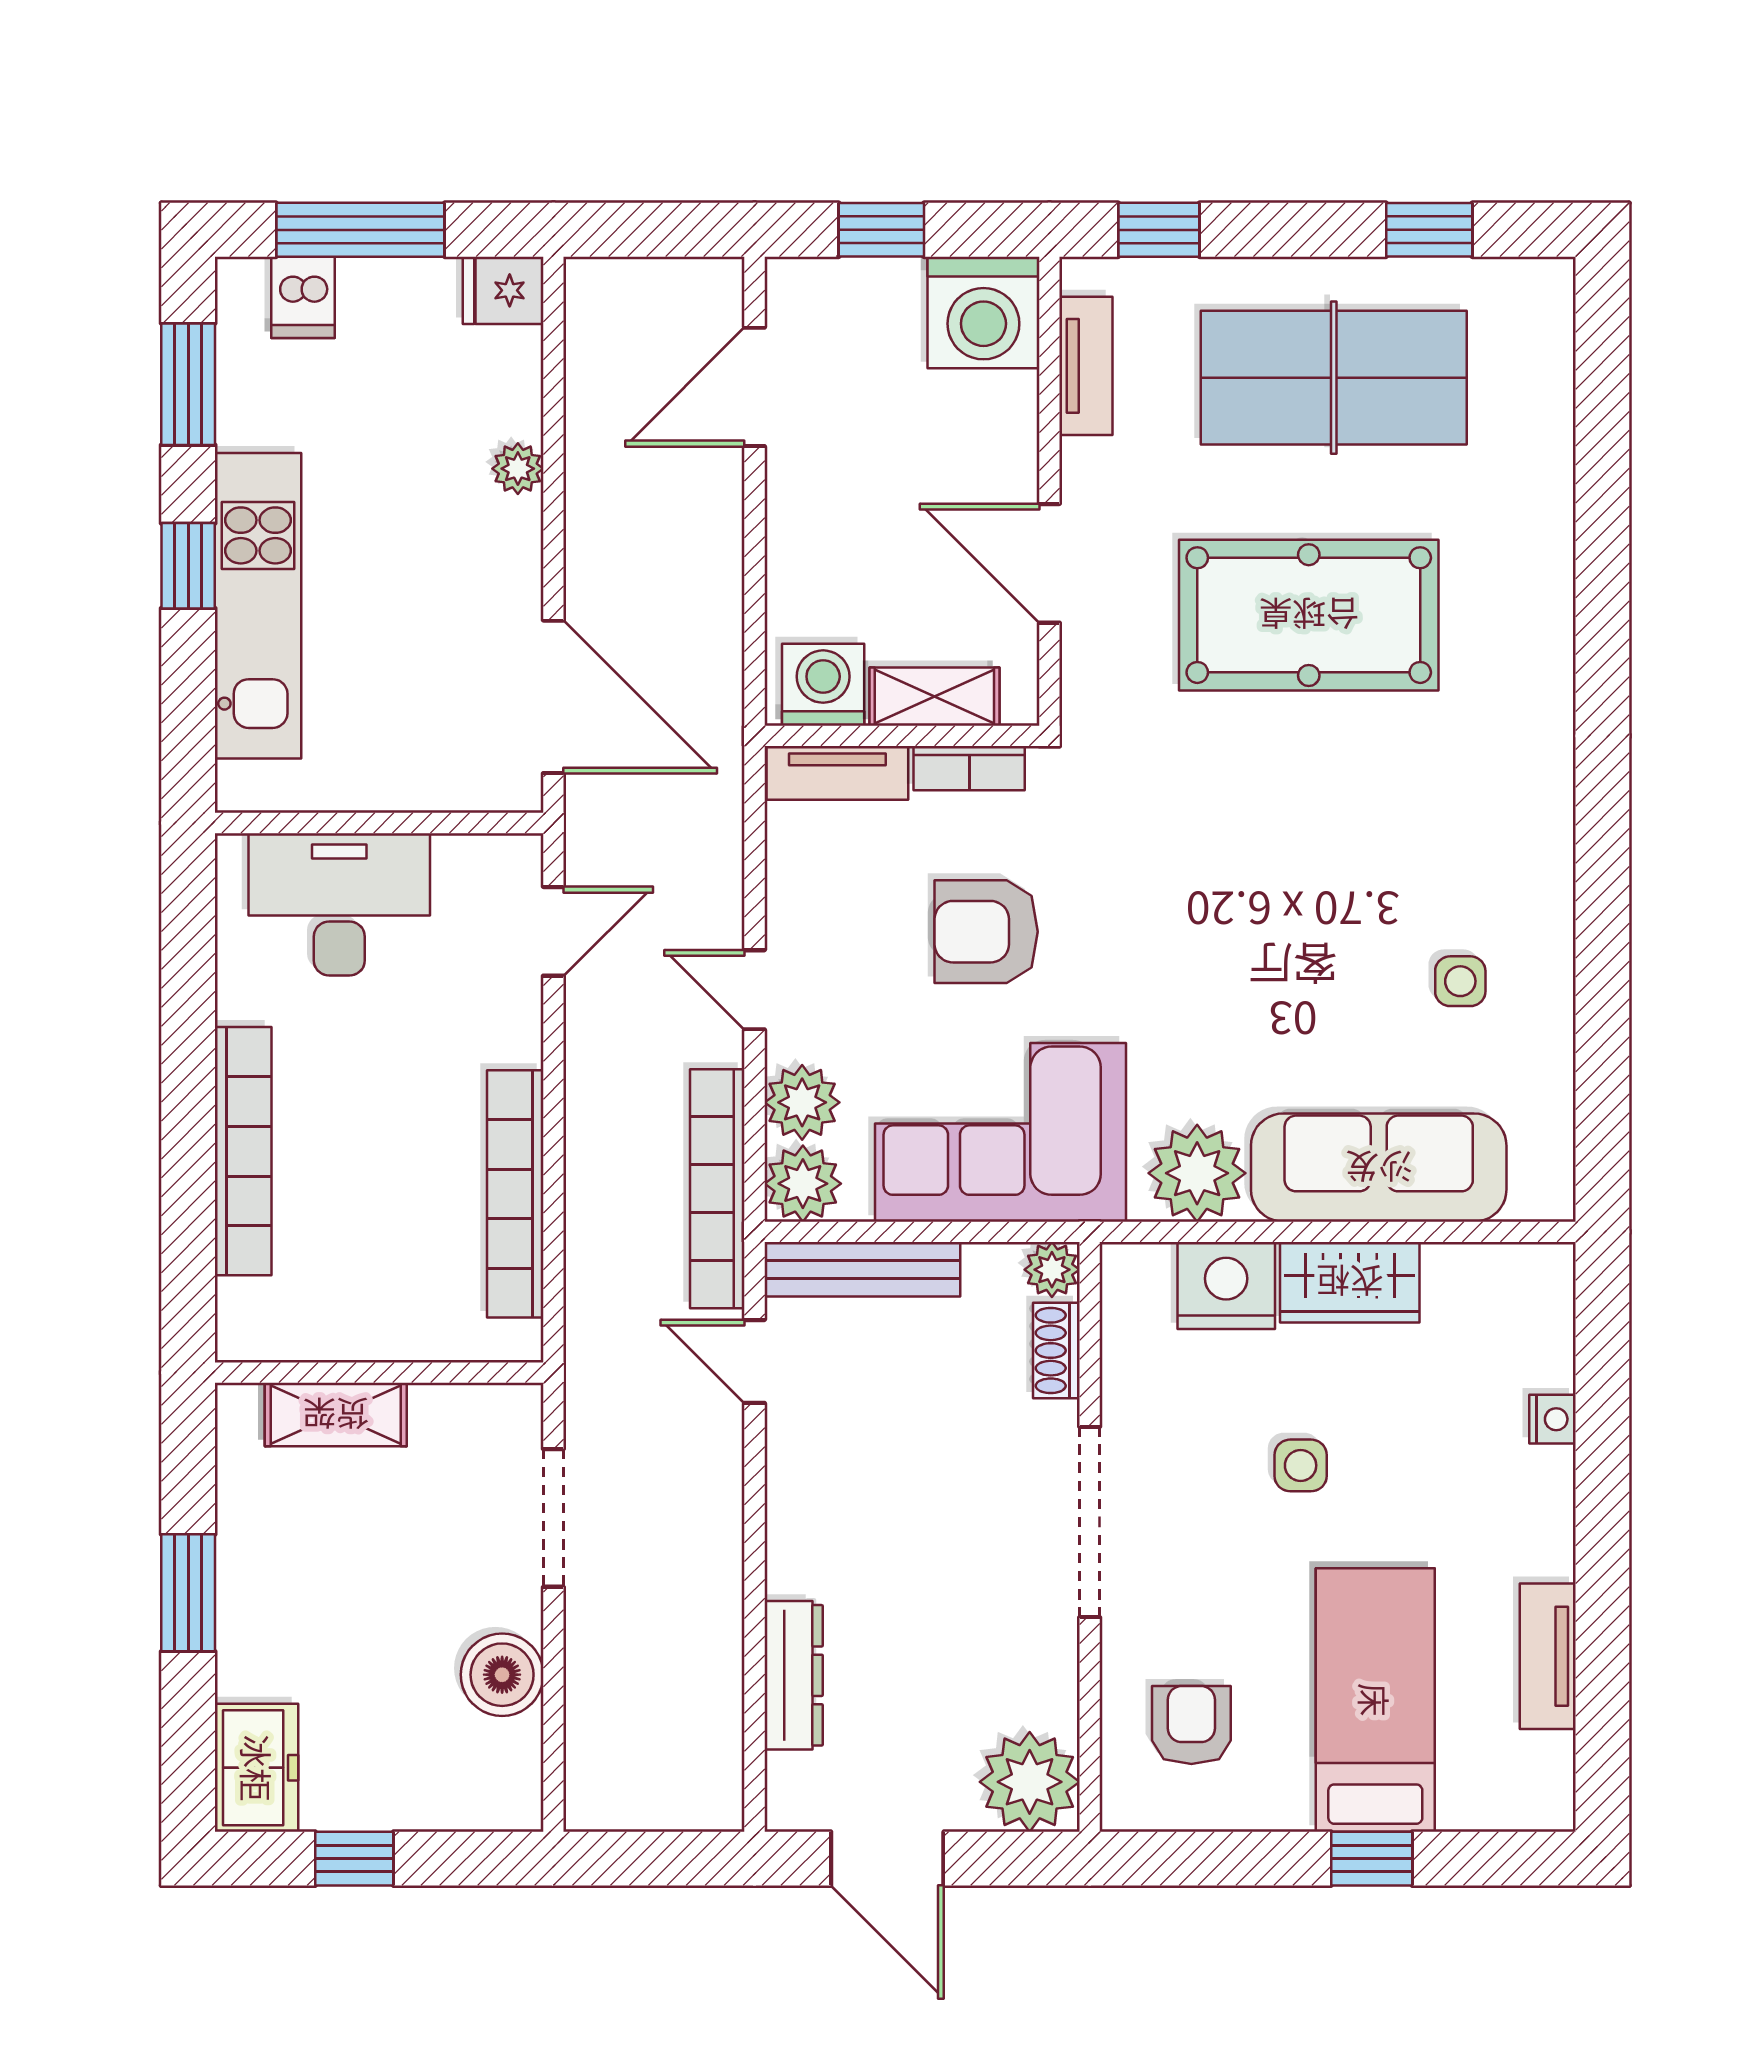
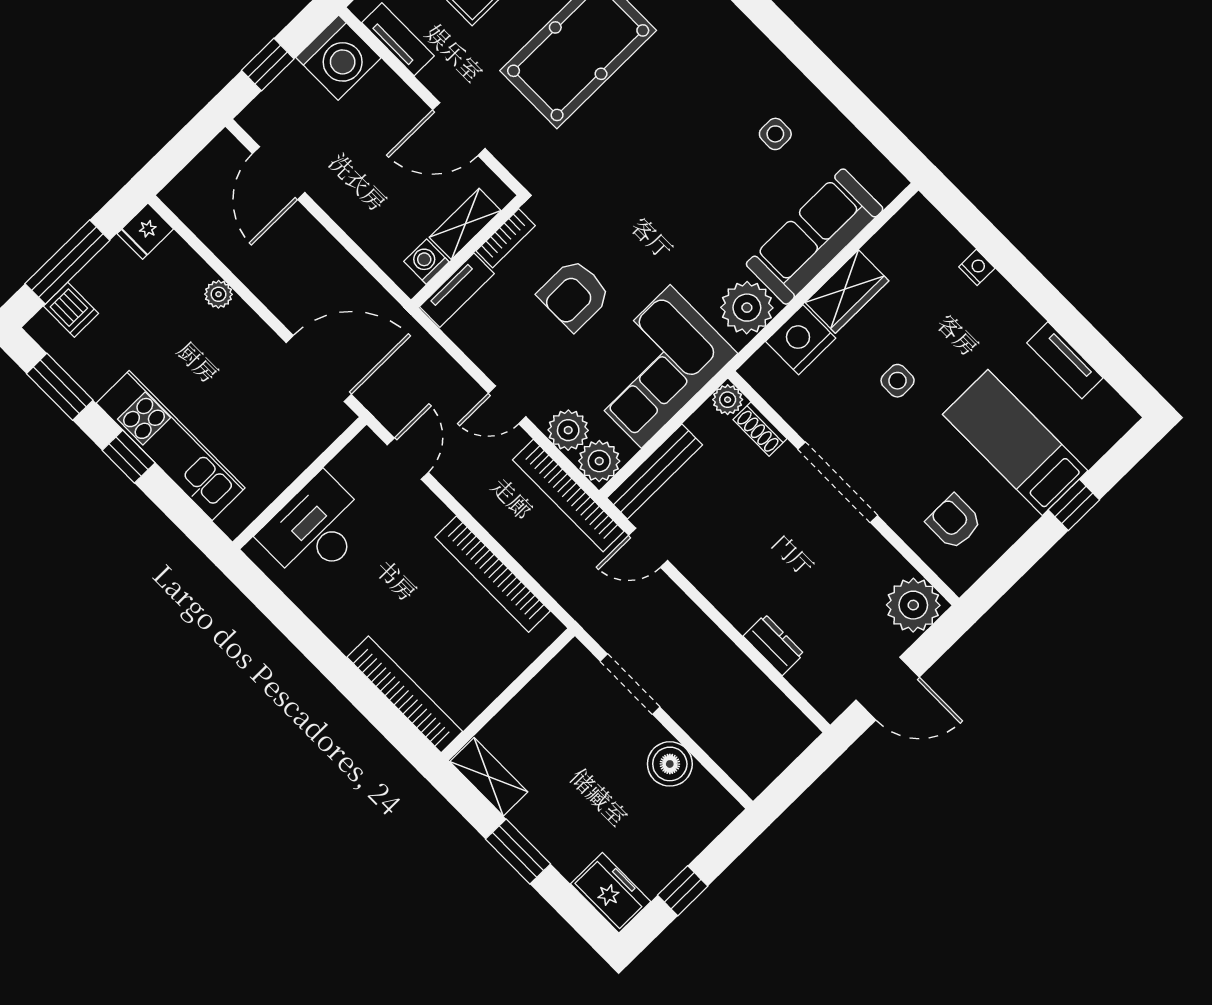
washing machine: (823, 685) -> (426, 262), width x0.73, depth x0.73
bookcase: (243, 1151) -> (405, 694), moved
shelving: (336, 1415) -> (489, 777), moved, turned 90
dresser: (794, 1675) -> (774, 645), width x0.70

